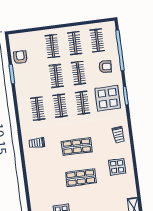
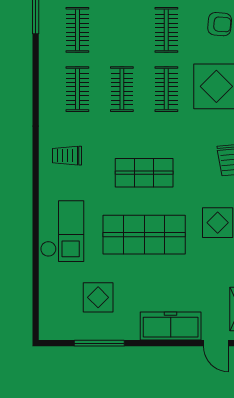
clothes rail: (56, 76) -> (77, 30), moved
shop shelf: (81, 178) -> (144, 235), width x1.43, depth x1.36
checkout: (39, 181) -> (62, 231), added

